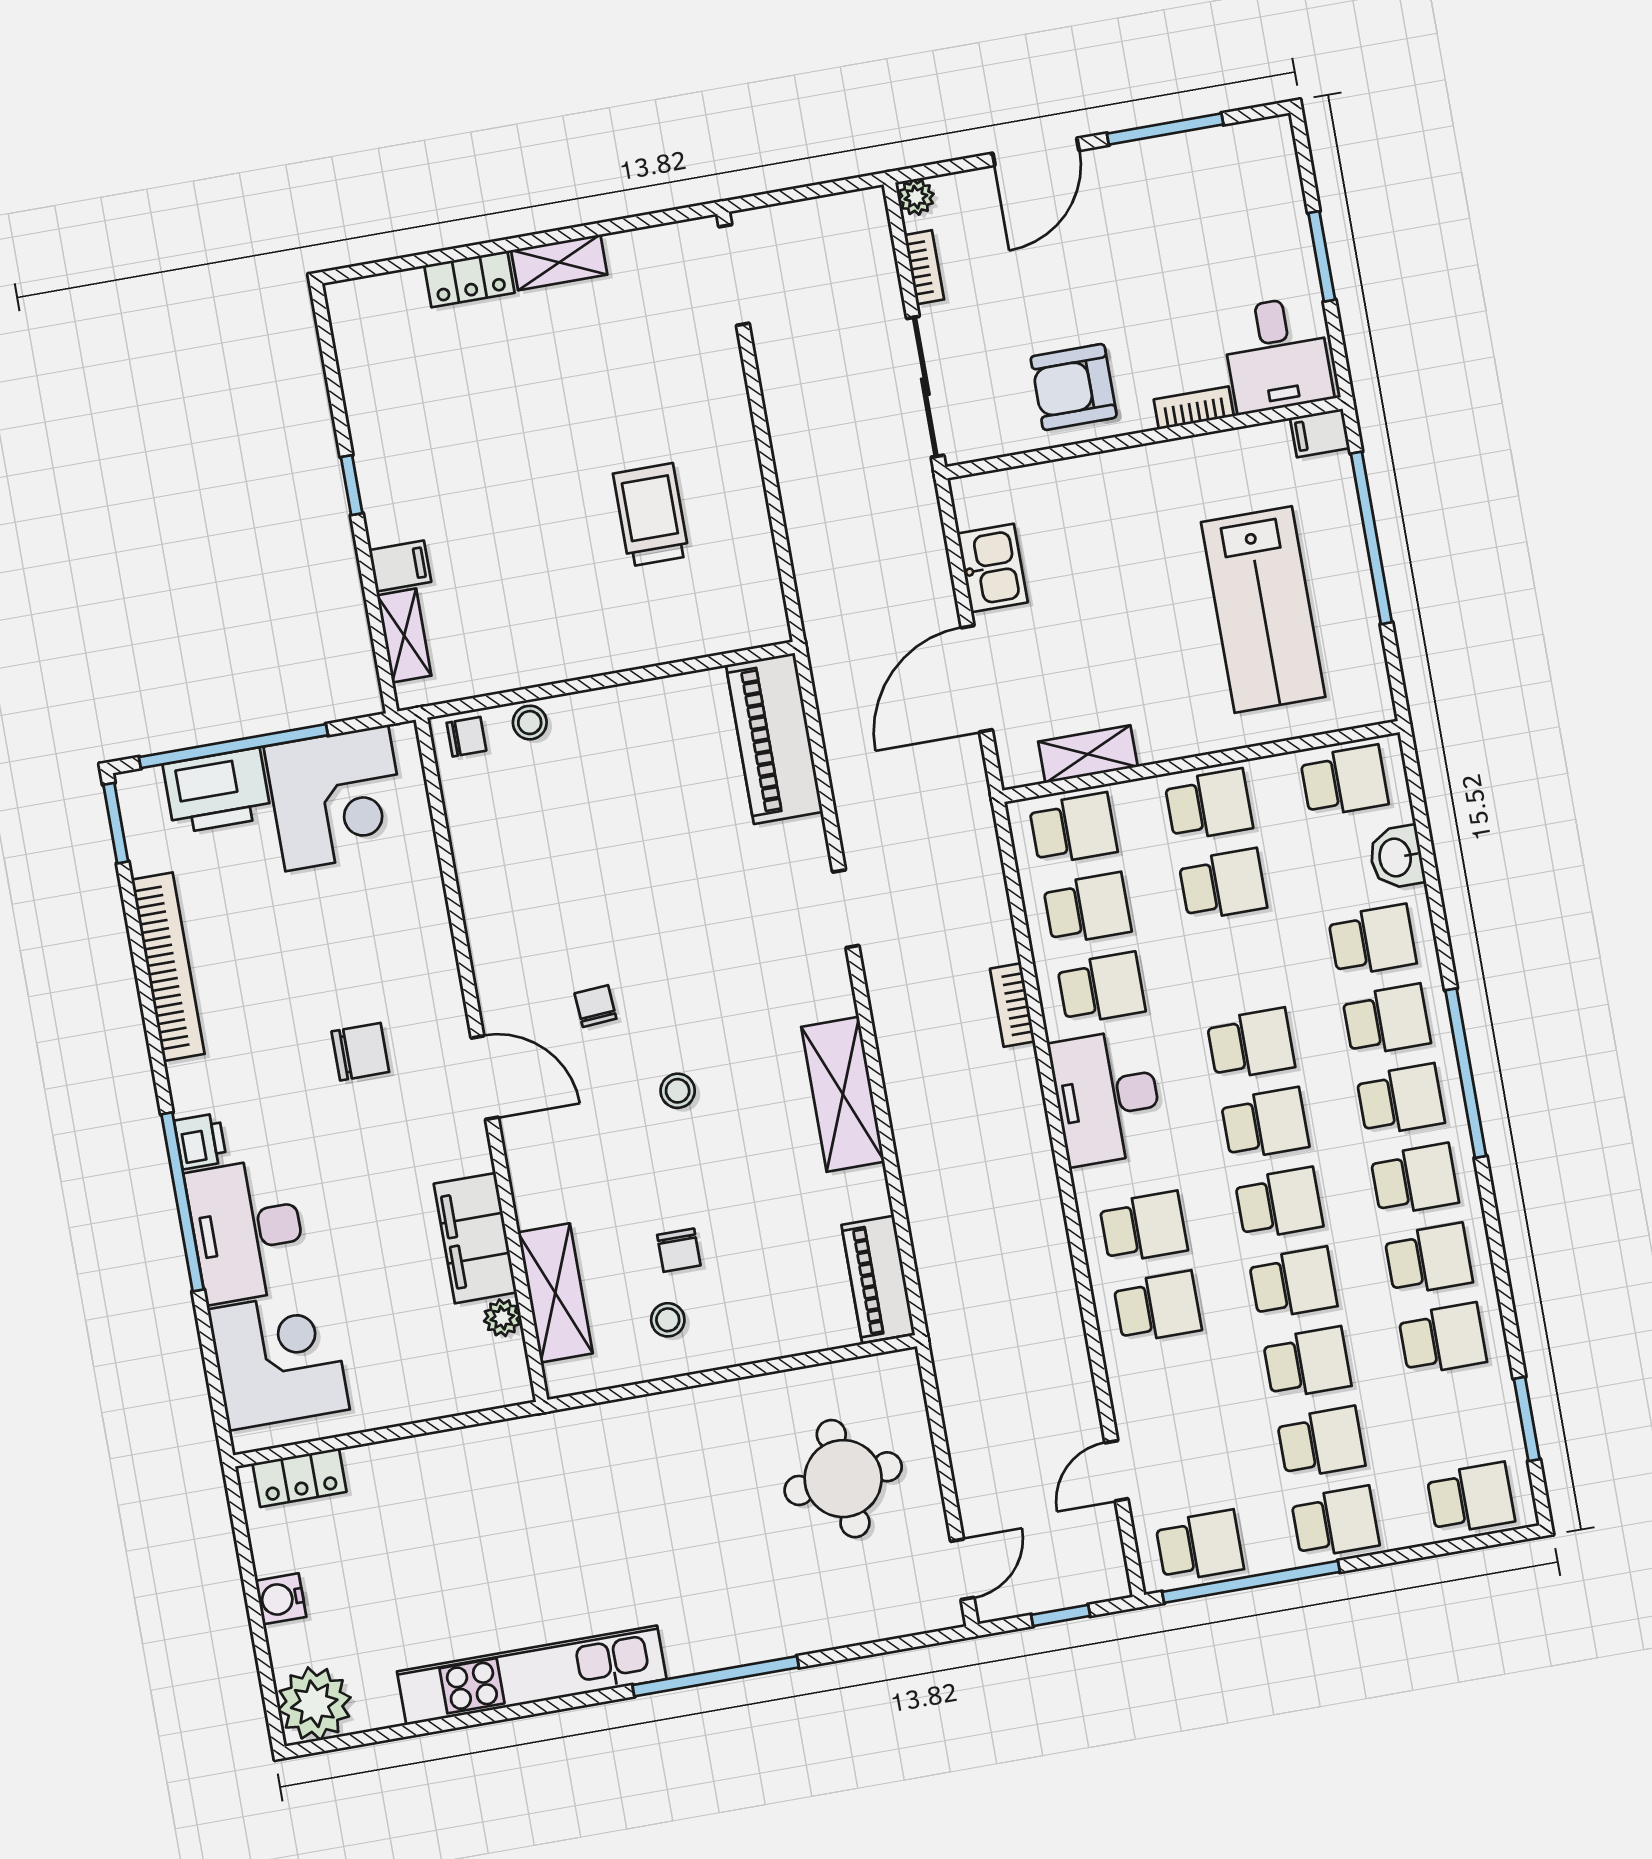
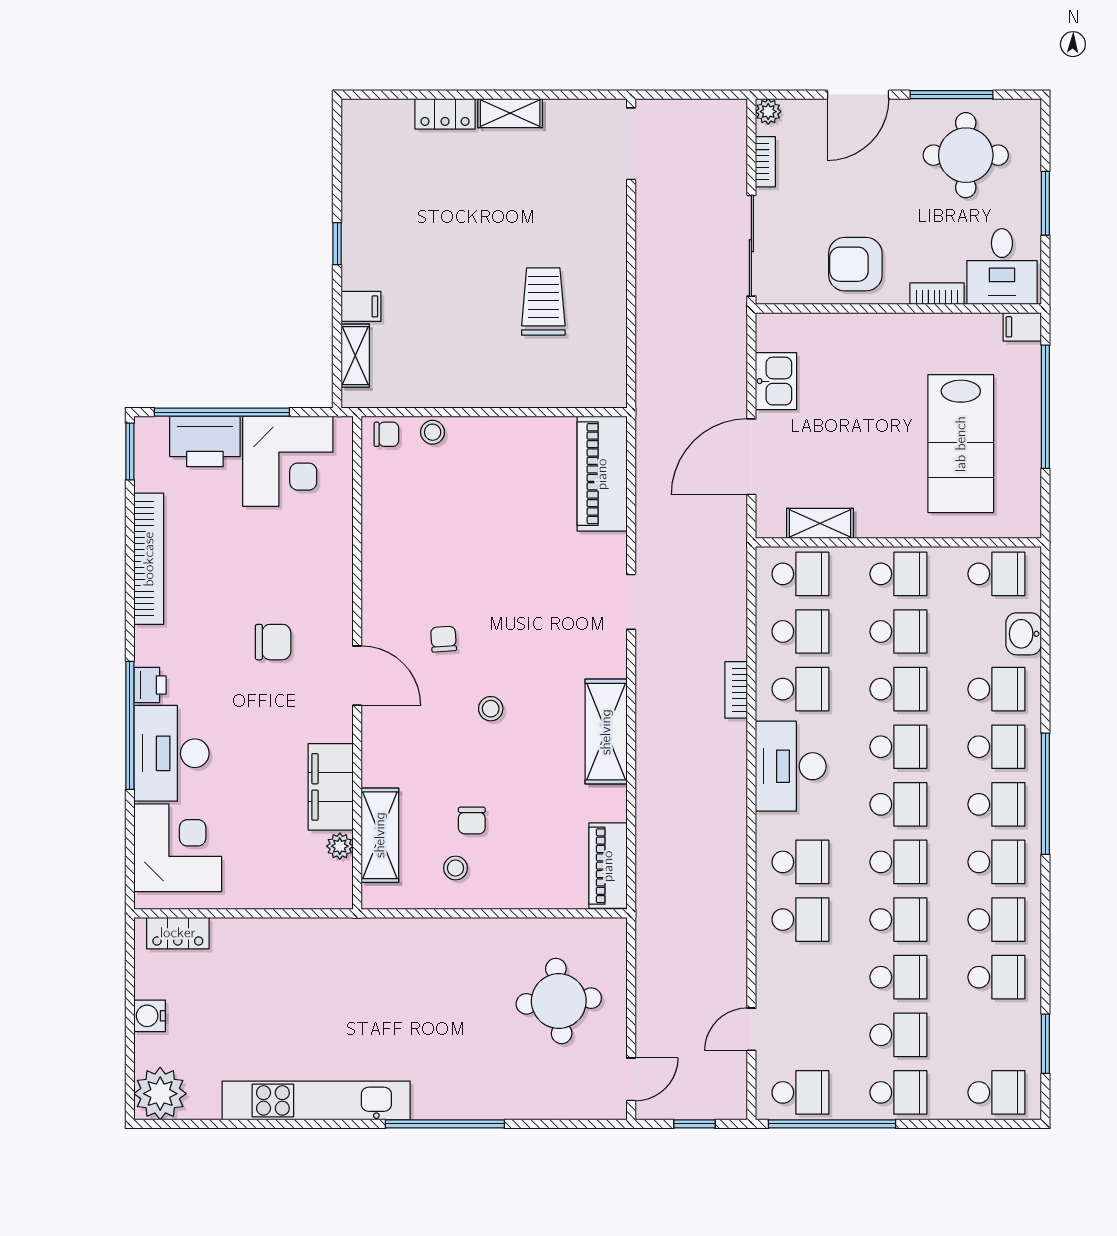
round table: (1200, 209) -> (966, 155), added
school desk: (1237, 964) -> (898, 689), added

